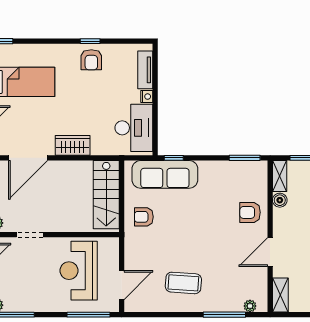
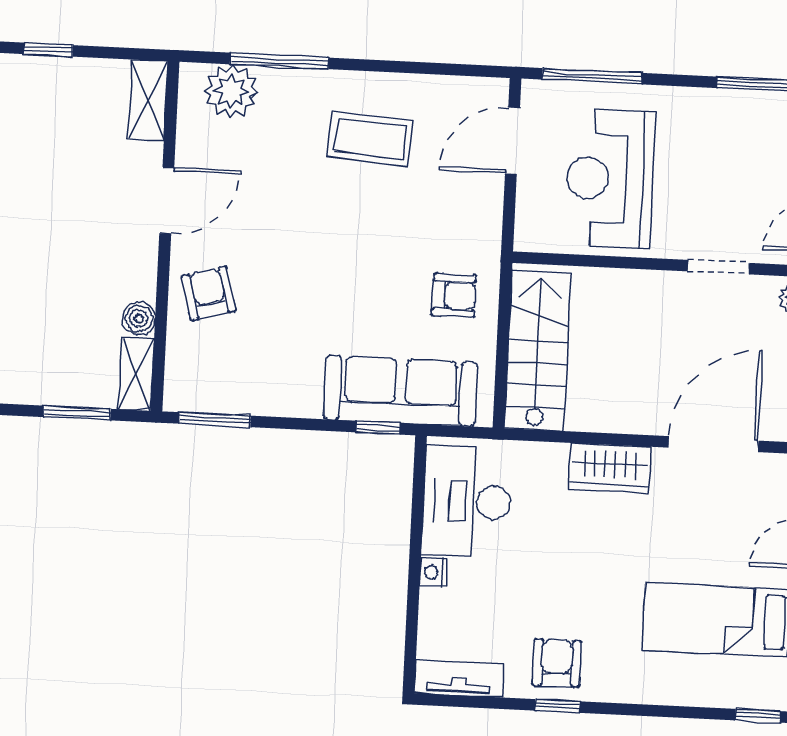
tv unit: (145, 70) -> (459, 679), moved, turned -90
armchair: (250, 212) -> (209, 293), turned -105
reception desk: (79, 271) -> (610, 179), turned 180
plant: (250, 306) -> (231, 91), width x1.87, depth x1.87

